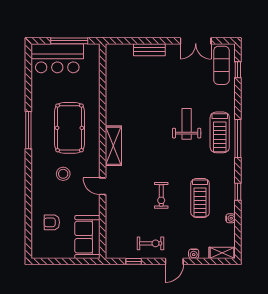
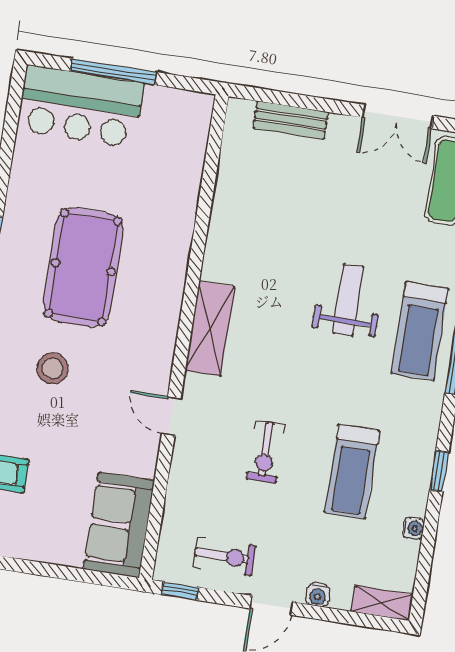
shelving: (113, 146) -> (210, 329), moved
wall: (103, 151) -> (184, 337), moved
door: (103, 186) -> (171, 416), moved
sofa: (87, 237) -> (119, 525), moved

